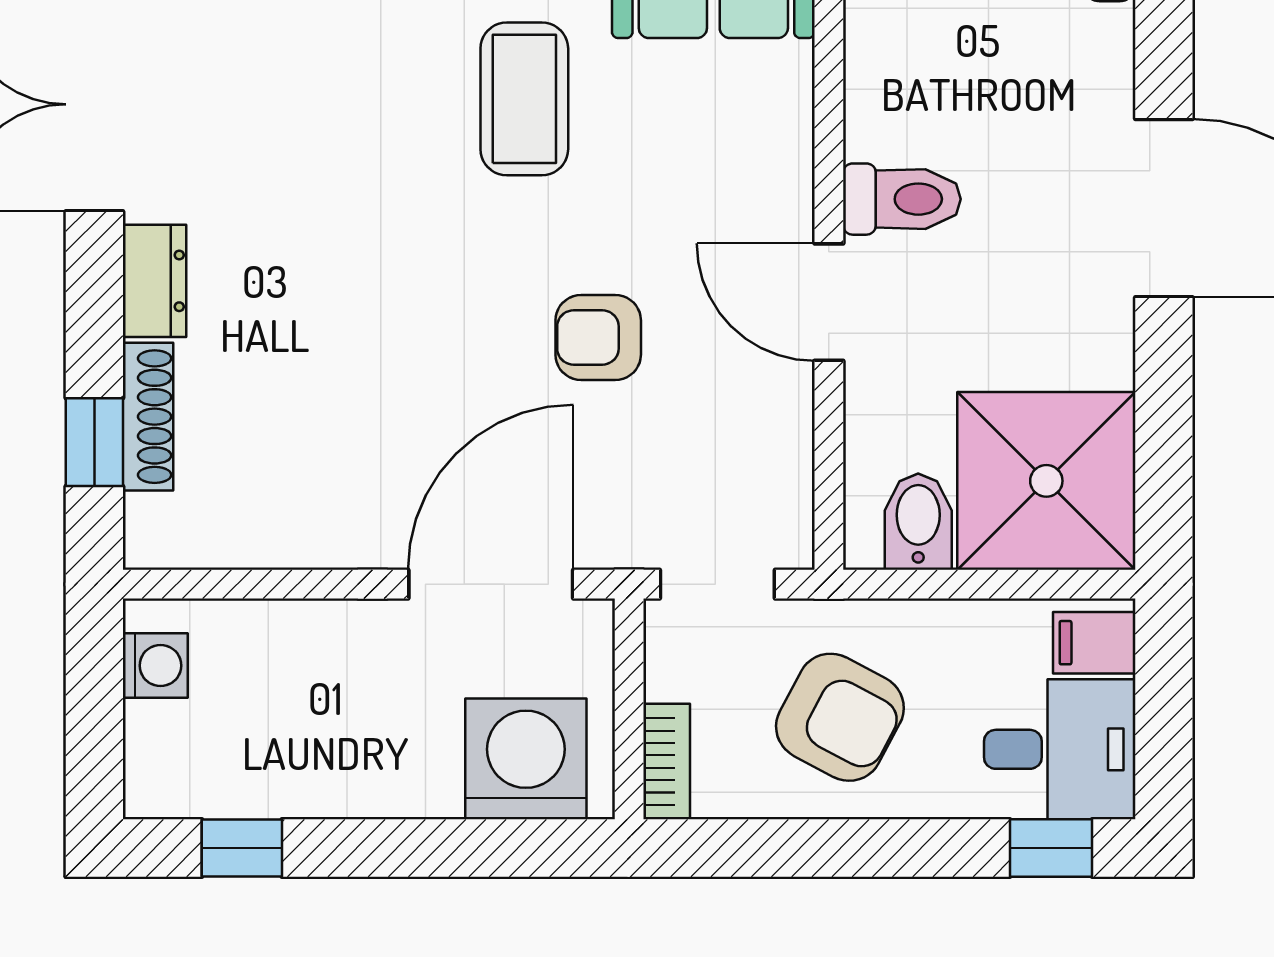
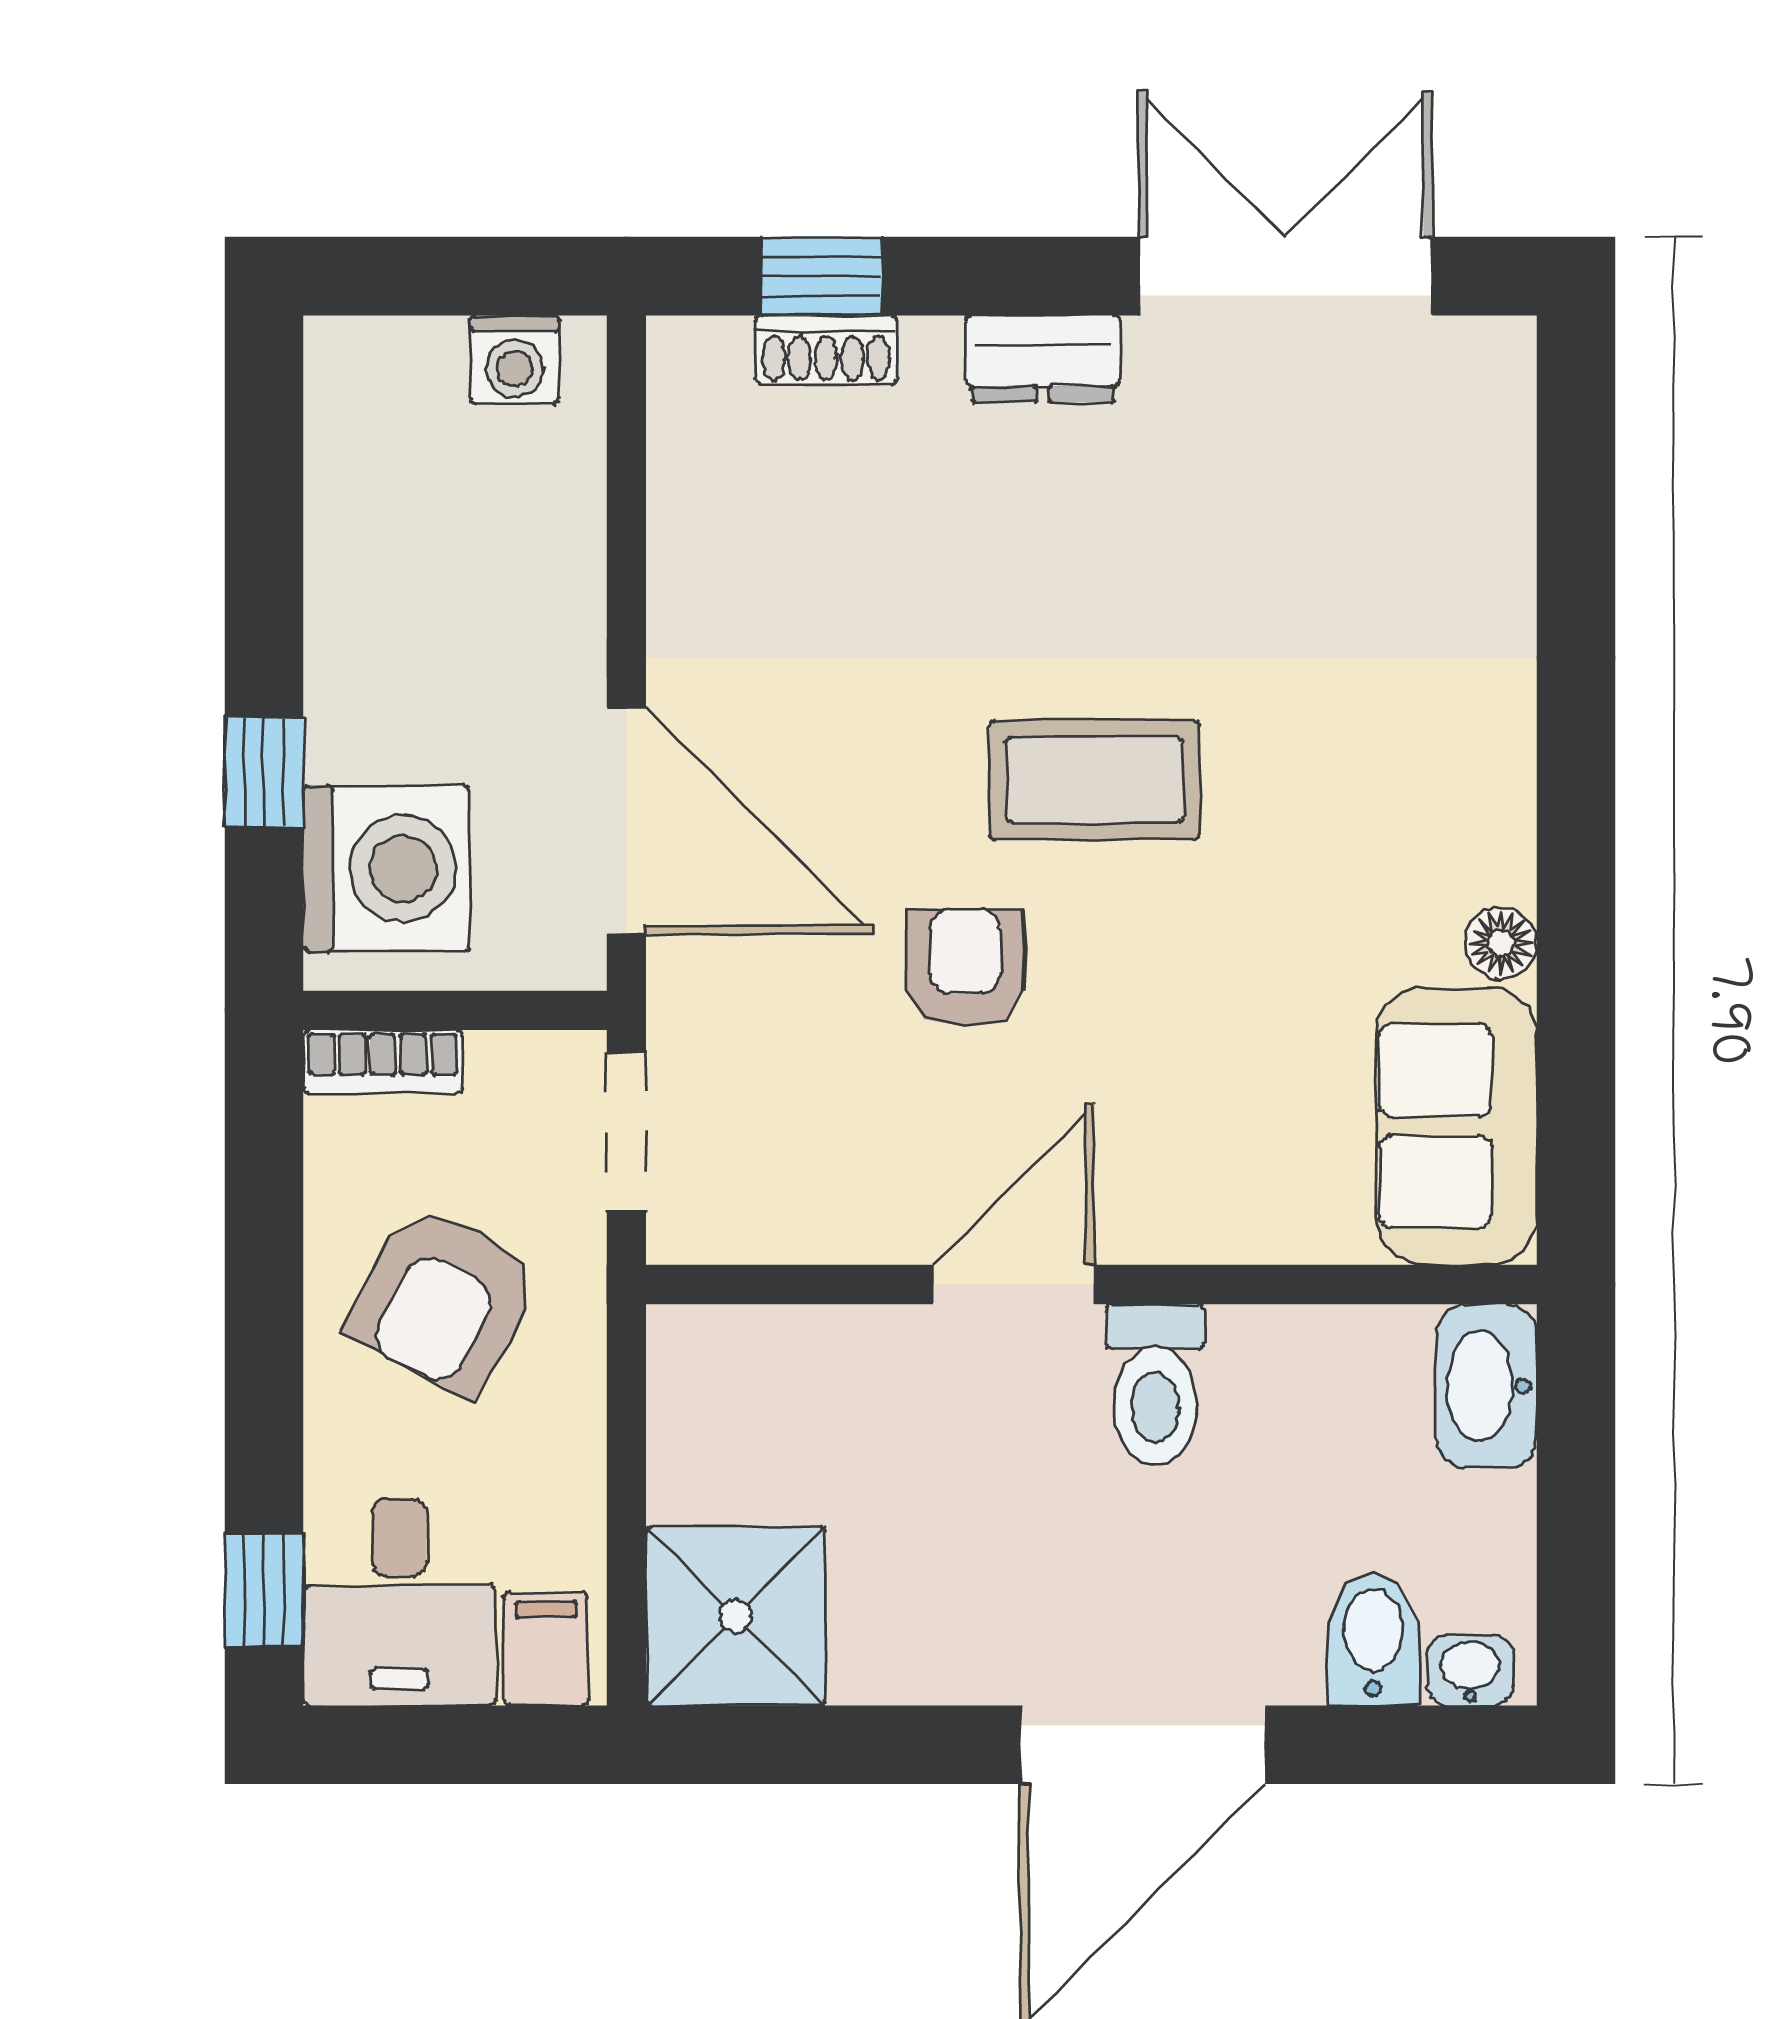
coffee table: (524, 99) -> (1094, 780), moved
shoe rack: (148, 417) -> (826, 350), width x0.70
shower: (1046, 481) -> (735, 1616), width x0.73, depth x0.73
bidet: (918, 522) -> (1373, 1639), moved, turned -90
window: (242, 848) -> (264, 772), moved

